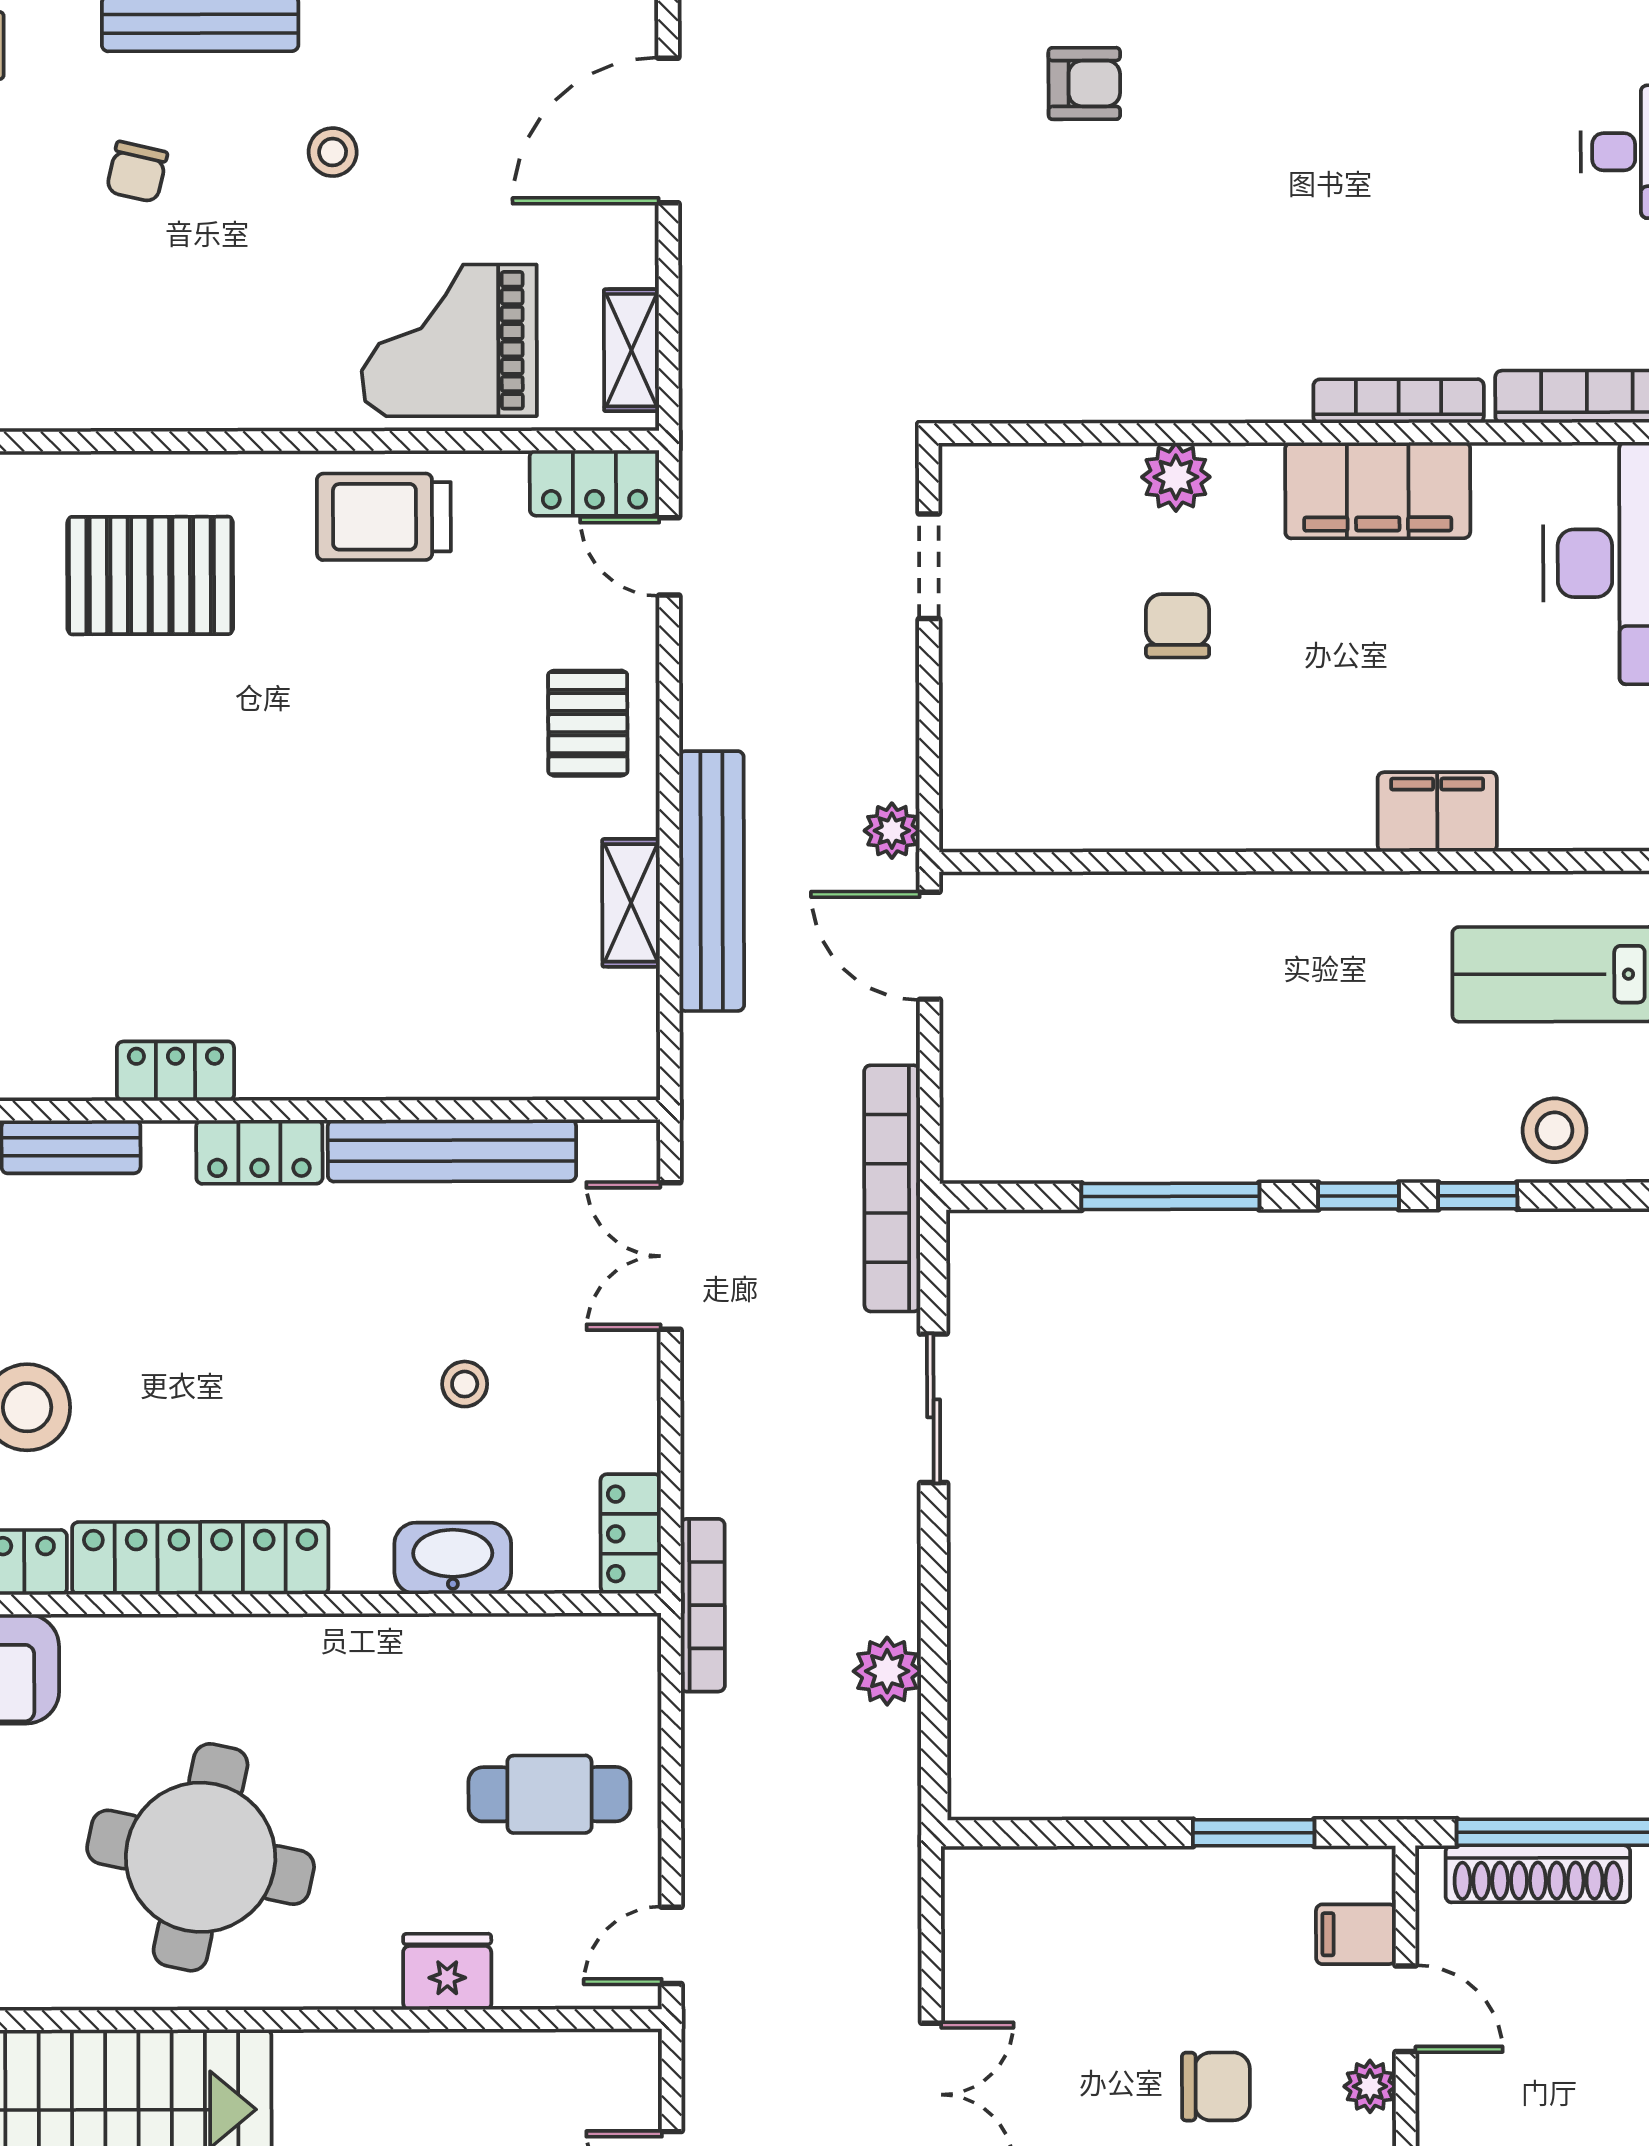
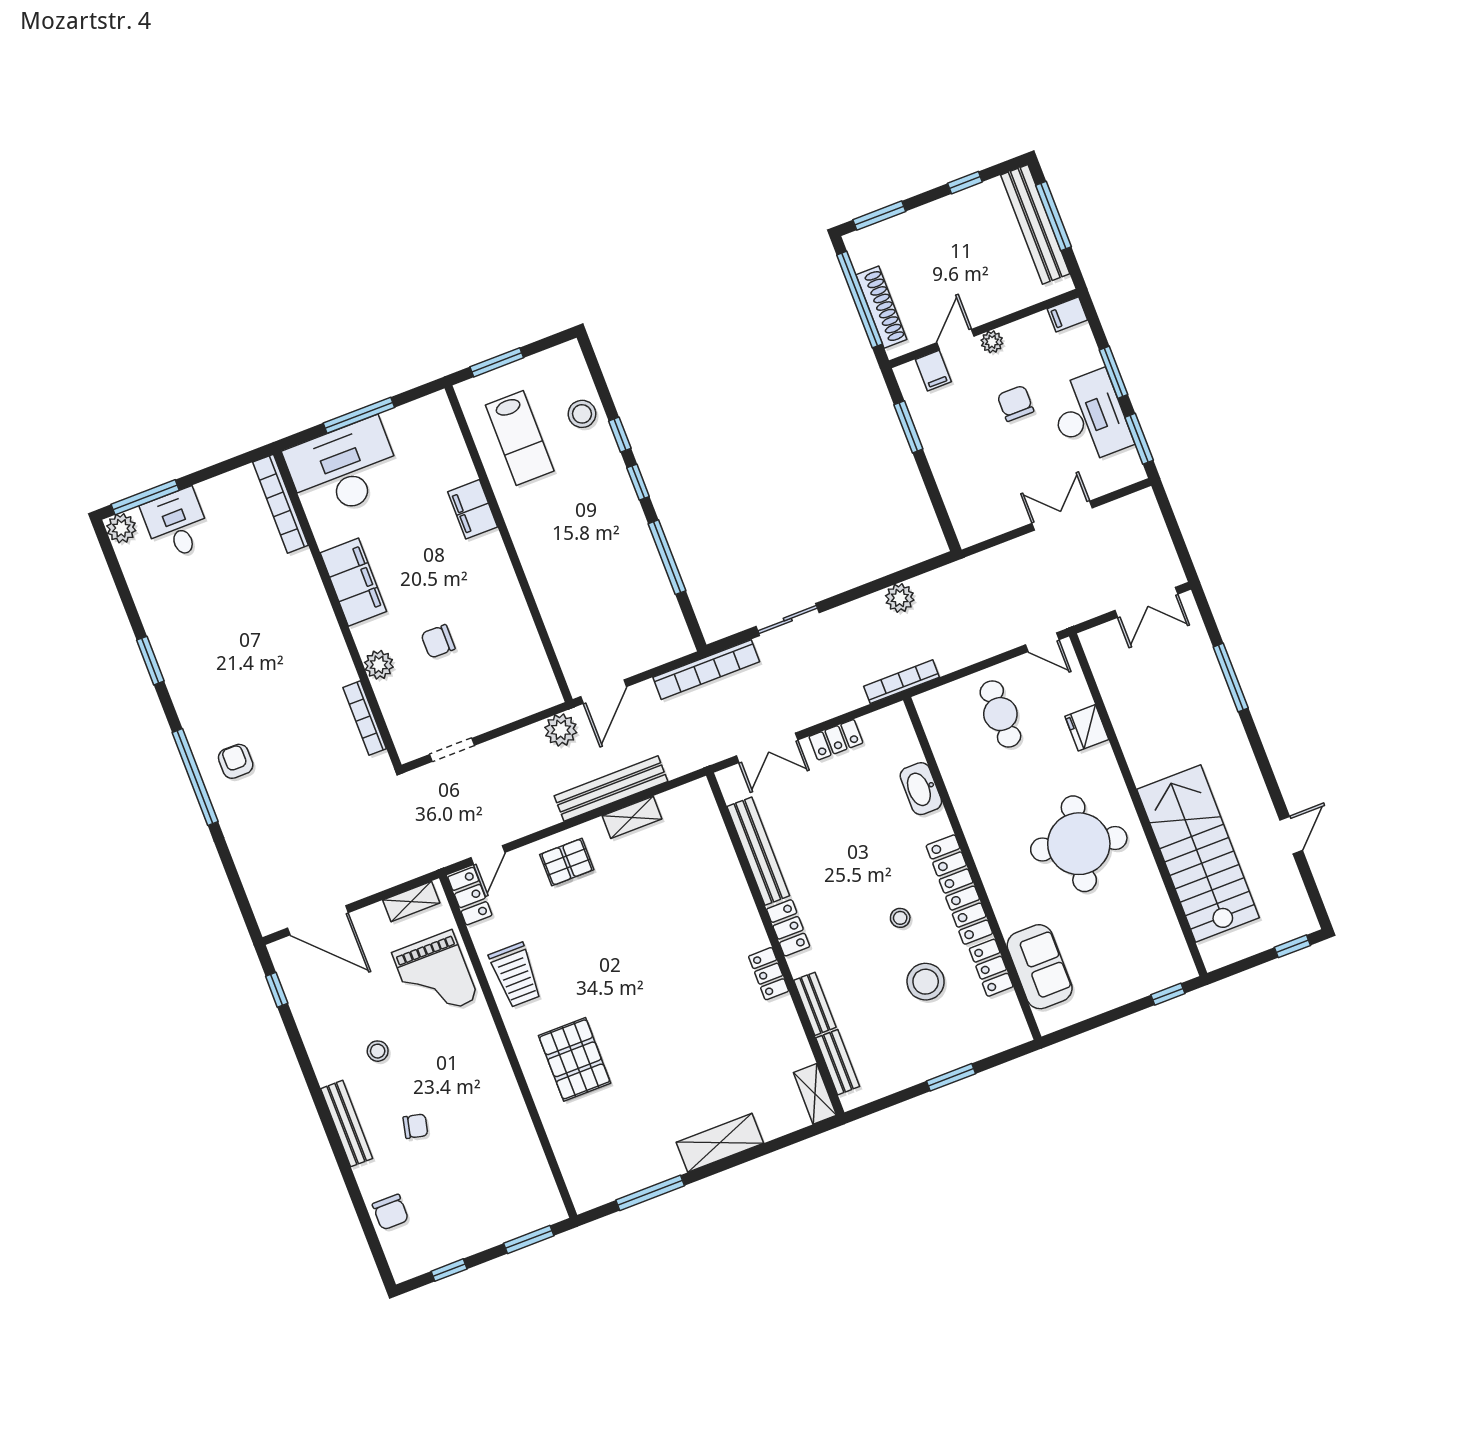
bookcase: (1399, 401) -> (365, 718), moved
plant: (892, 831) -> (561, 730), width x1.38, depth x1.38
stool: (465, 1384) -> (900, 918), moved
locker: (631, 1534) -> (836, 740), moved

